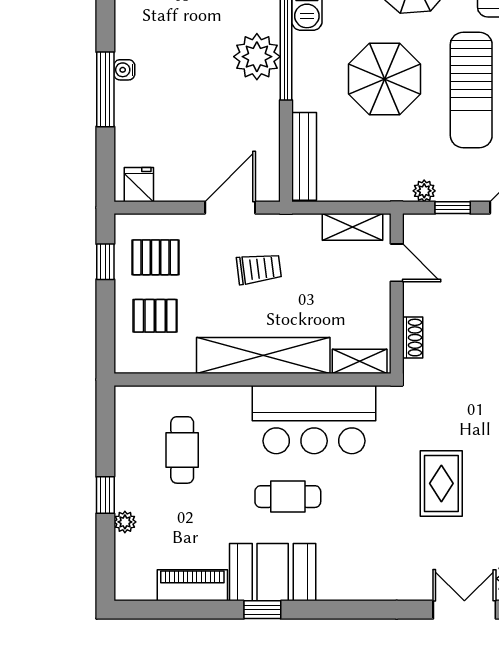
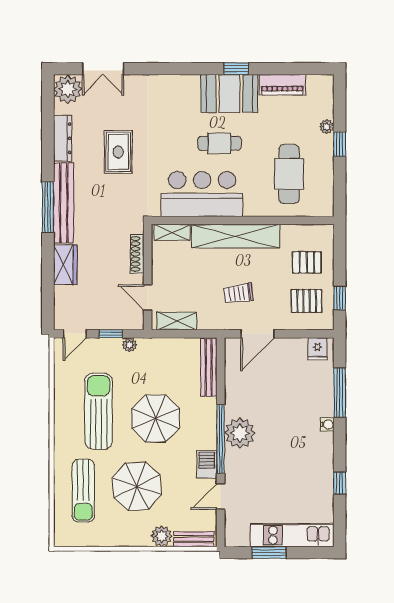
window: (105, 89) -> (340, 392), moved
shoe rack: (413, 338) -> (137, 254), width x1.43
cafe table: (182, 450) -> (289, 174), width x1.37, depth x1.35

